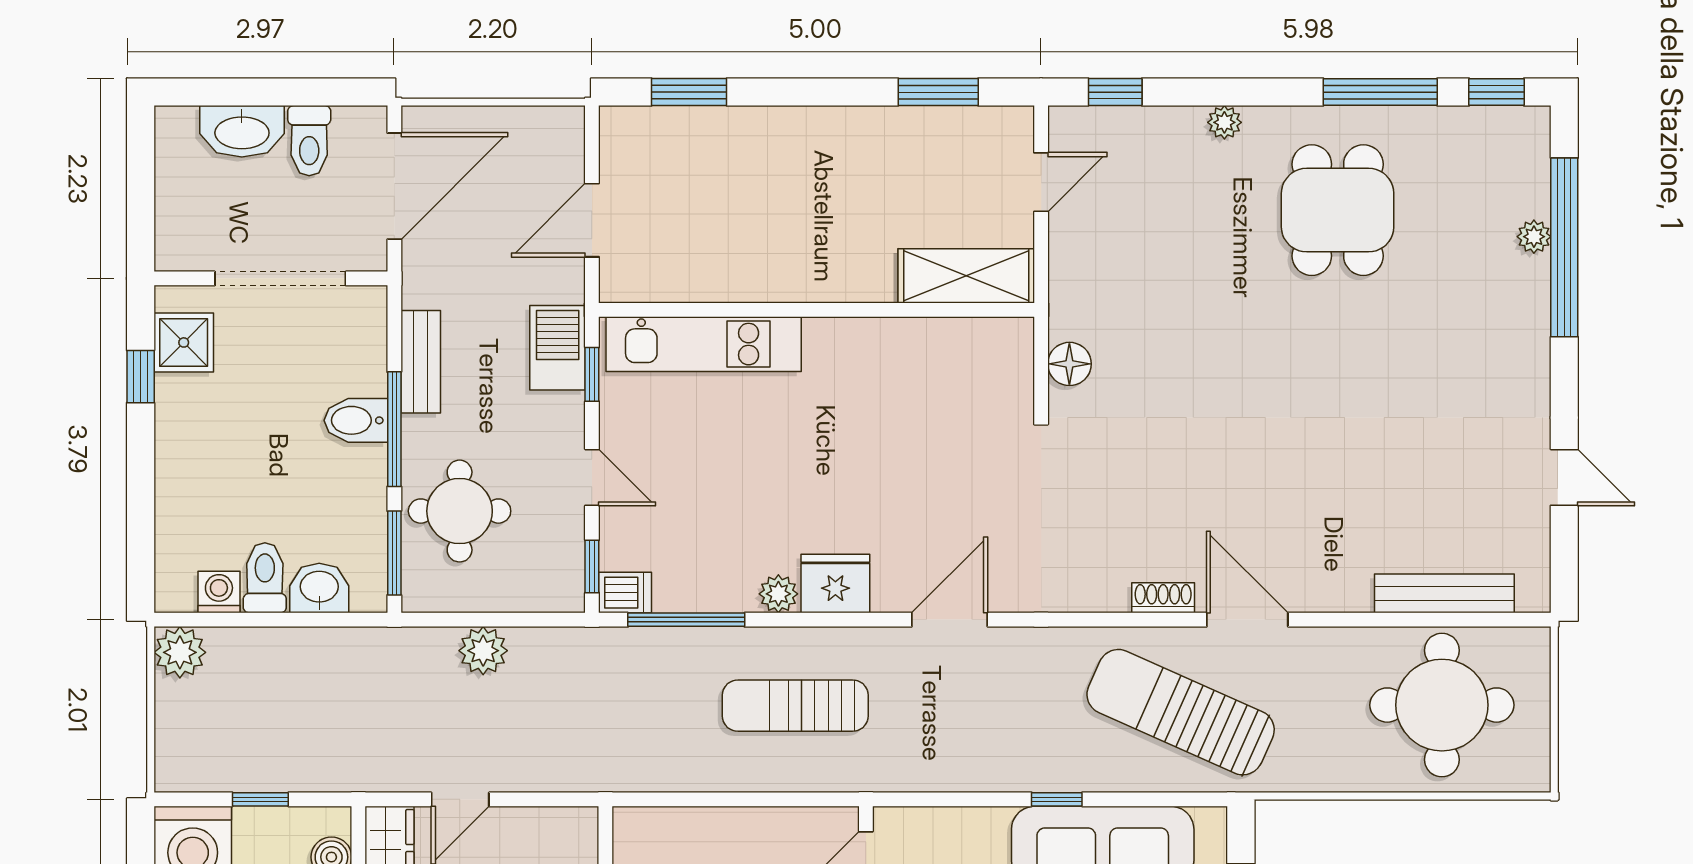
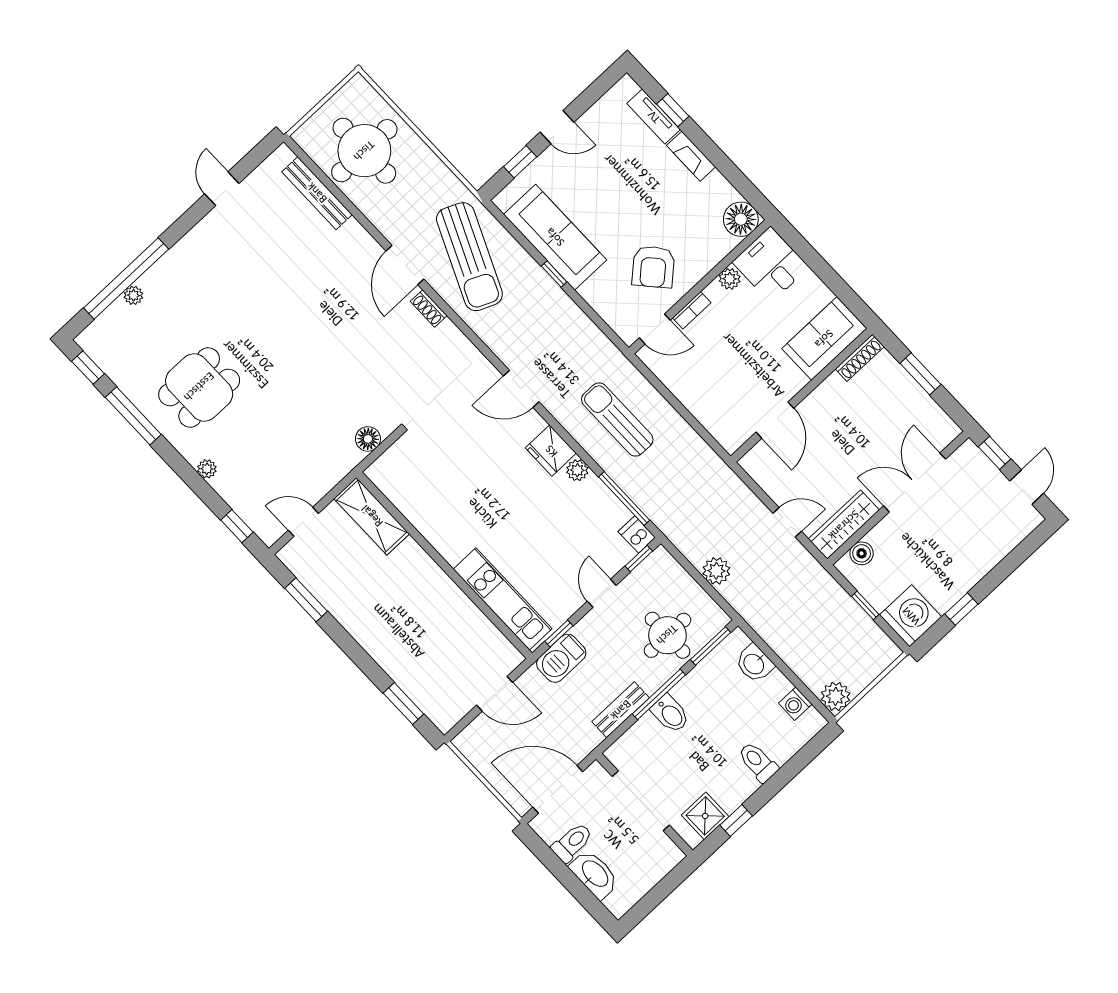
toilet: (265, 578) -> (758, 762), moved, turned 90
sun lounger: (795, 706) -> (617, 420), turned 180

